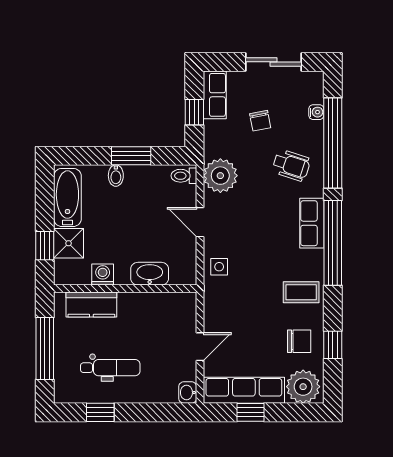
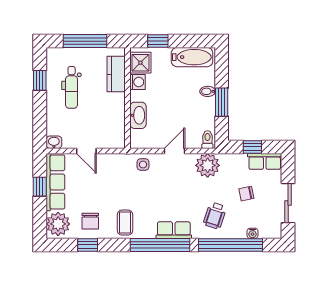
shower: (69, 243) -> (140, 63), moved

